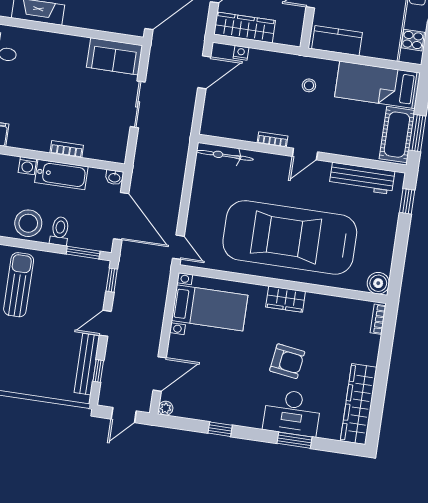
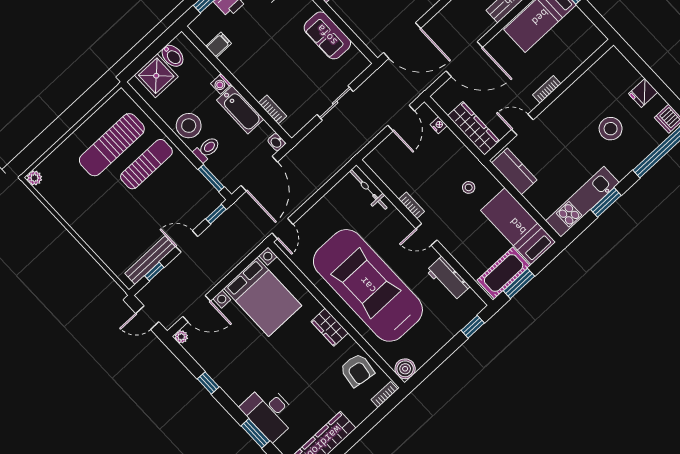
wardrobe: (245, 27) -> (474, 128), moved
sofa: (114, 56) -> (327, 35), moved
door: (204, 72) -> (401, 118), hinge flipped
bookcase: (67, 149) -> (273, 109), moved
workbench: (362, 178) -> (448, 279), width x0.73
bed with nightstands: (210, 308) -> (263, 297), width x1.36
armchair: (287, 361) -> (357, 370), moved

